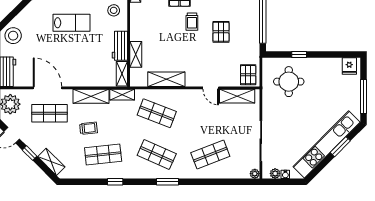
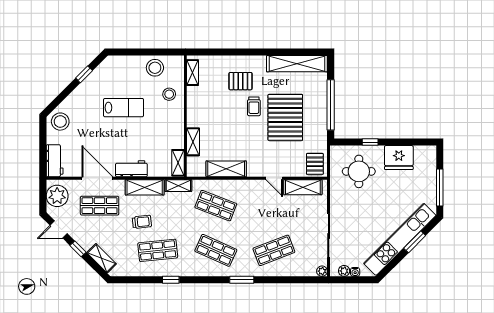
pallet: (221, 32) -> (285, 117), width x2.05, depth x2.00
workbench: (120, 46) -> (131, 169), moved, turned 90
fridge: (349, 66) -> (399, 158), moved, width x1.88, depth x1.34
window: (167, 182) -> (242, 280), moved

